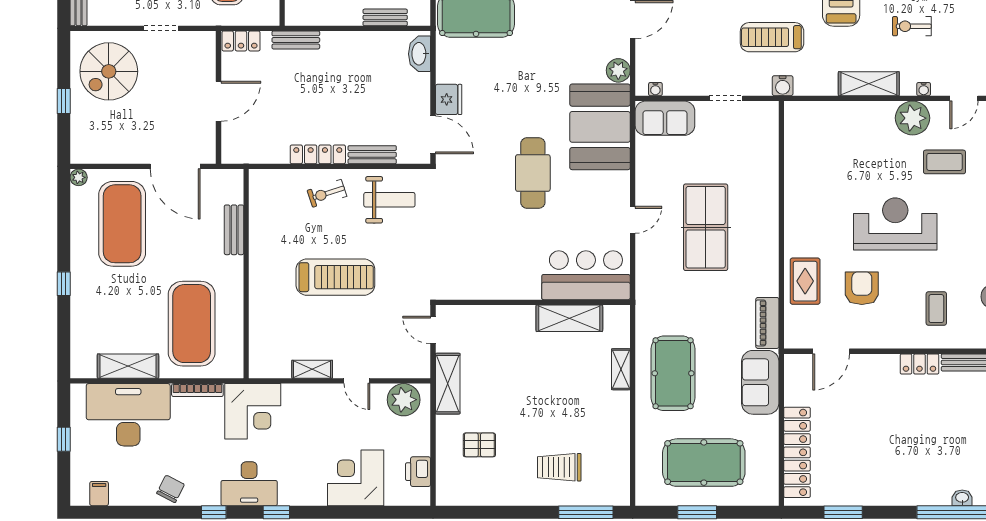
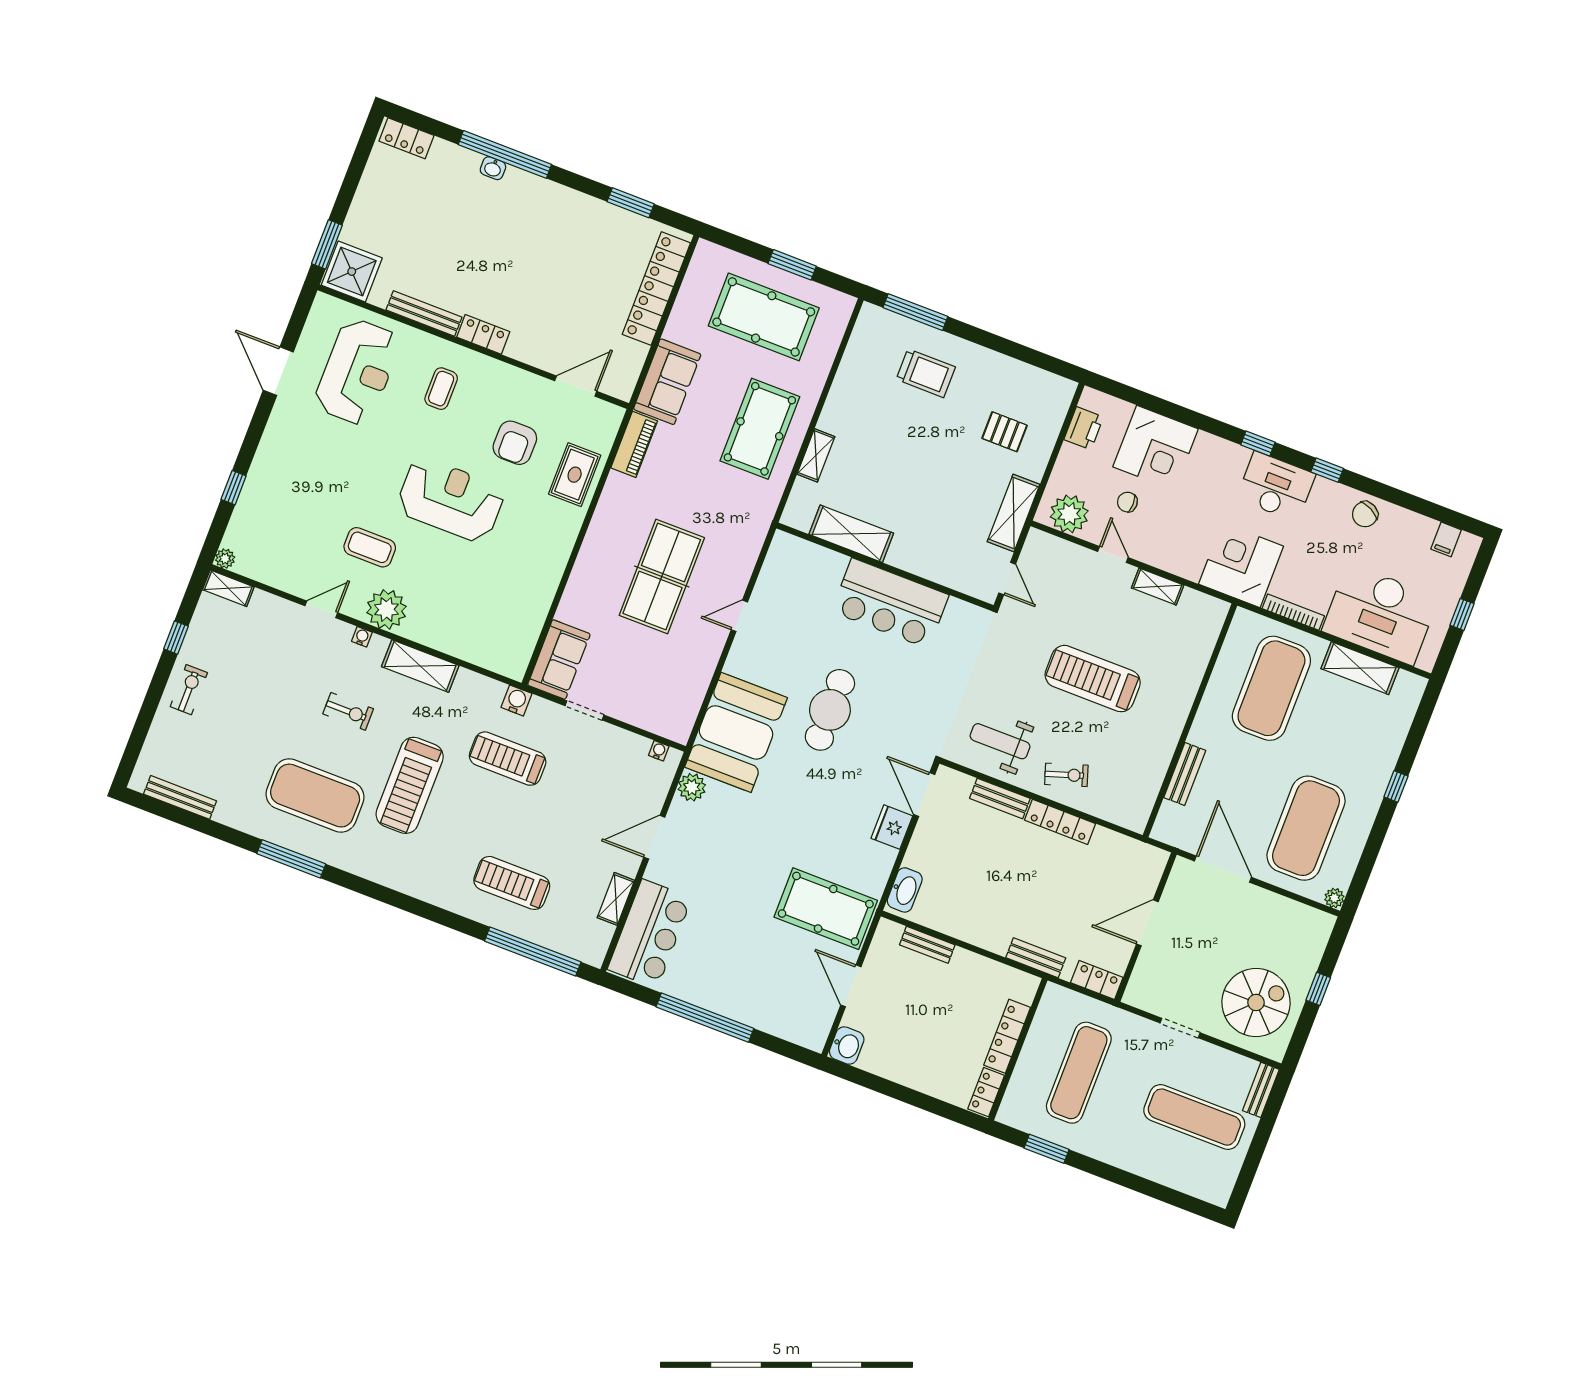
treadmill: (772, 37) -> (508, 759), turned 180
sofa: (665, 118) -> (559, 660), moved, turned 90
reception desk: (895, 224) -> (451, 500), turned 180
bar counter: (586, 275) -> (890, 603), moved
chair: (361, 427) -> (1127, 502), added

